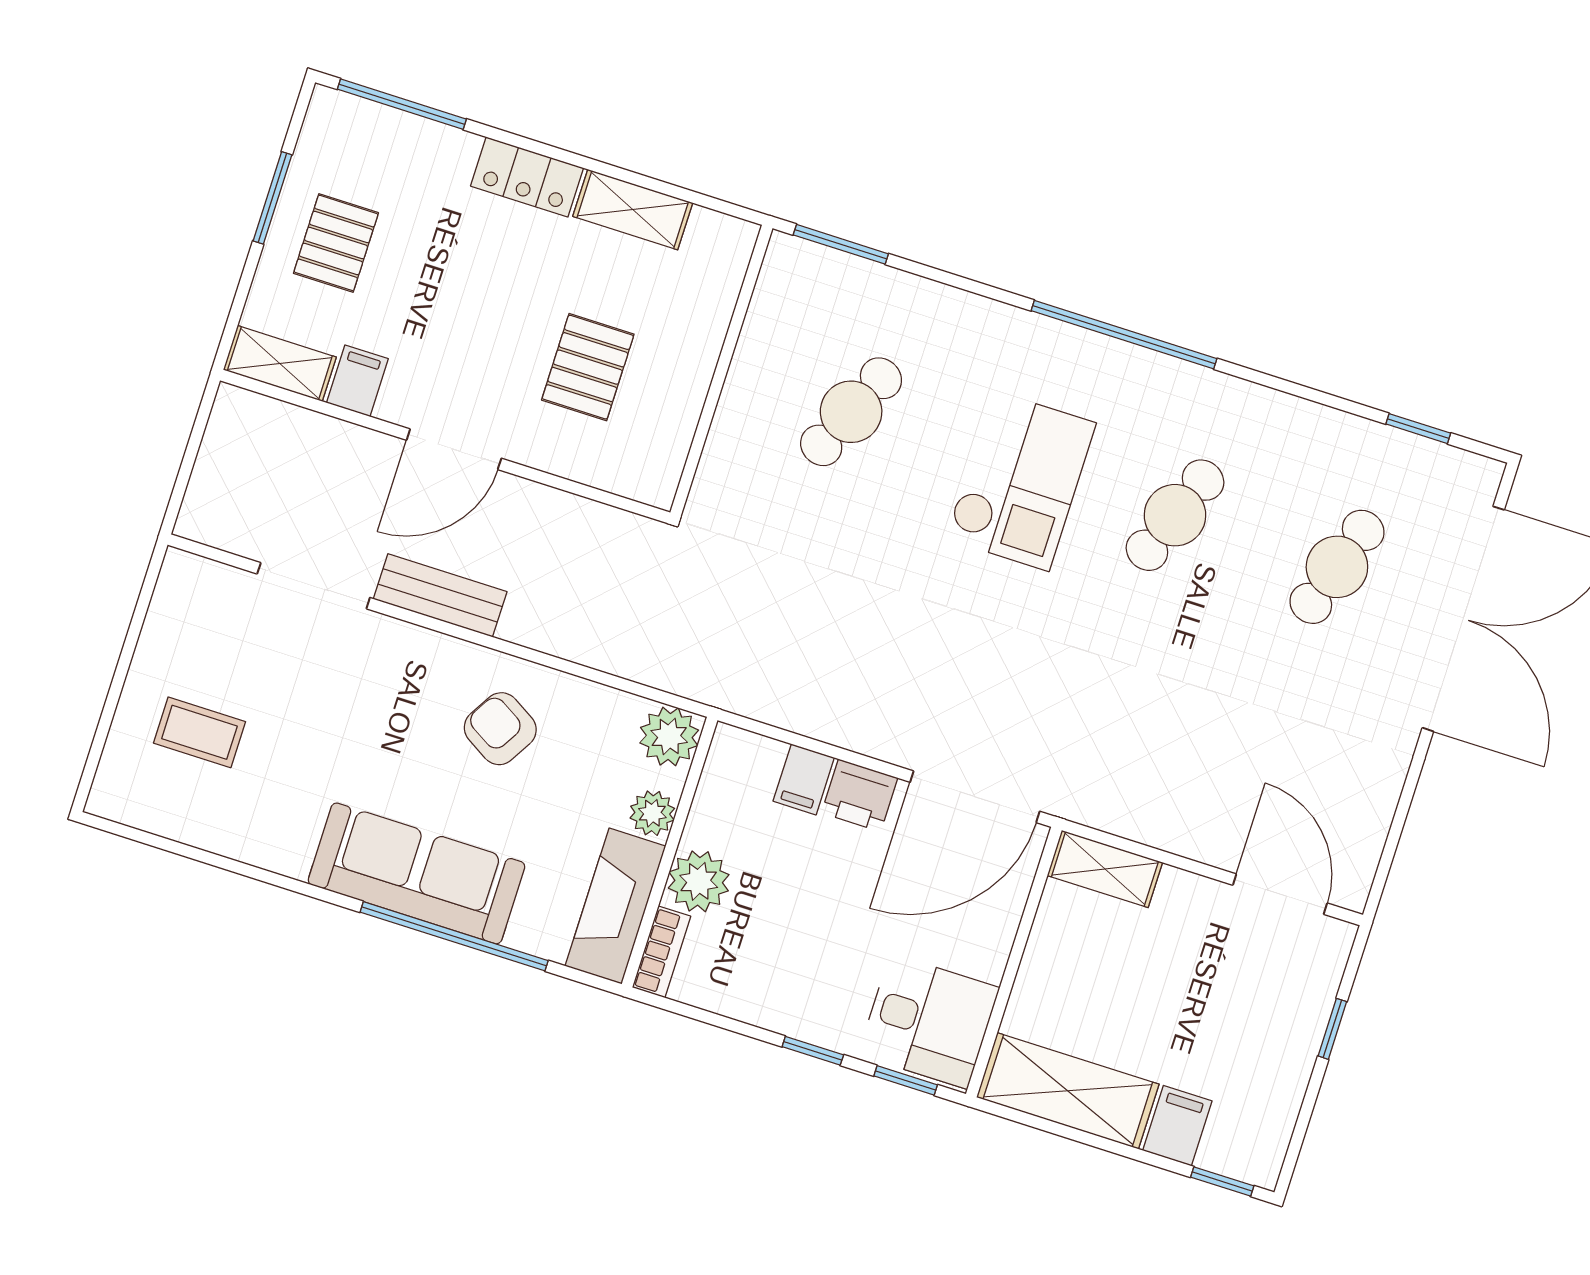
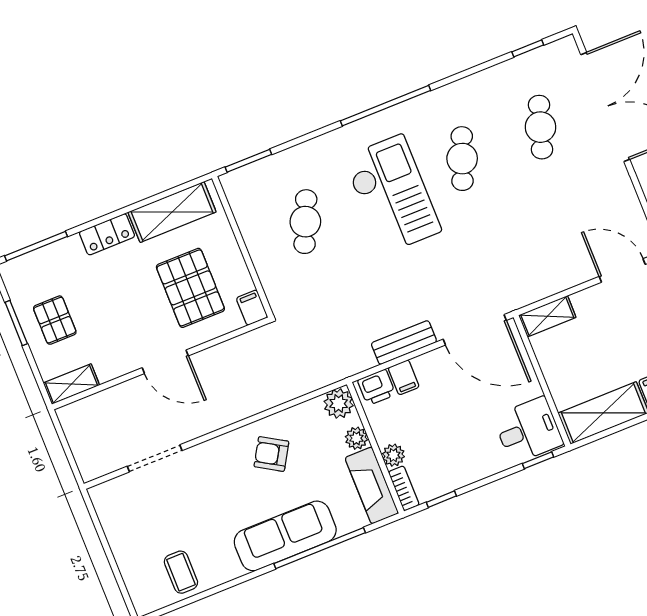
shelving: (633, 210) -> (172, 212), width x1.50, depth x1.33
pallet: (588, 367) -> (190, 288), width x1.50, depth x1.42
filing cabinet: (357, 381) -> (252, 308), moved
door: (454, 449) -> (165, 362), hinge flipped
checkout: (1021, 481) -> (392, 194), width x1.36, depth x1.21
bench: (440, 595) -> (404, 343), moved
coffee table: (199, 732) -> (181, 572), moved, turned 90
printer: (860, 795) -> (377, 387), moved
door: (975, 797) -> (475, 330), hinge flipped
plant: (699, 881) -> (393, 455), width x0.73, depth x0.73
window: (813, 1051) -> (441, 499), moved

